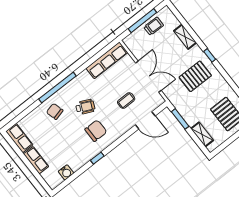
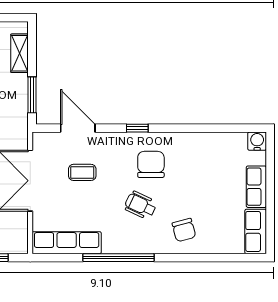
window: (57, 87) -> (118, 258), moved
chair: (96, 131) -> (151, 164), turned 90
window: (97, 158) -> (137, 128), moved
water cooler: (66, 172) -> (257, 141), moved

